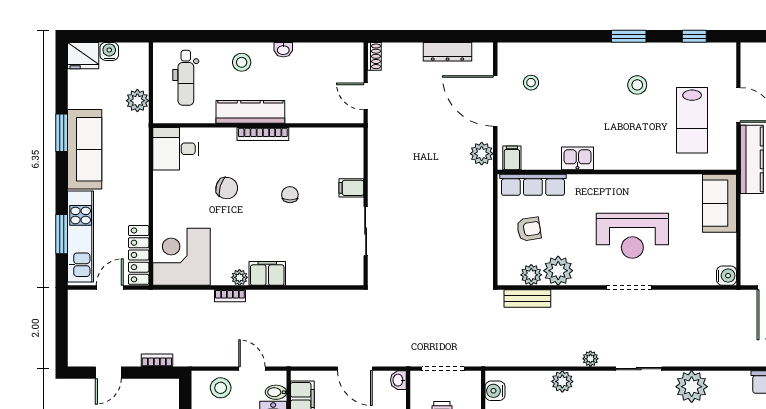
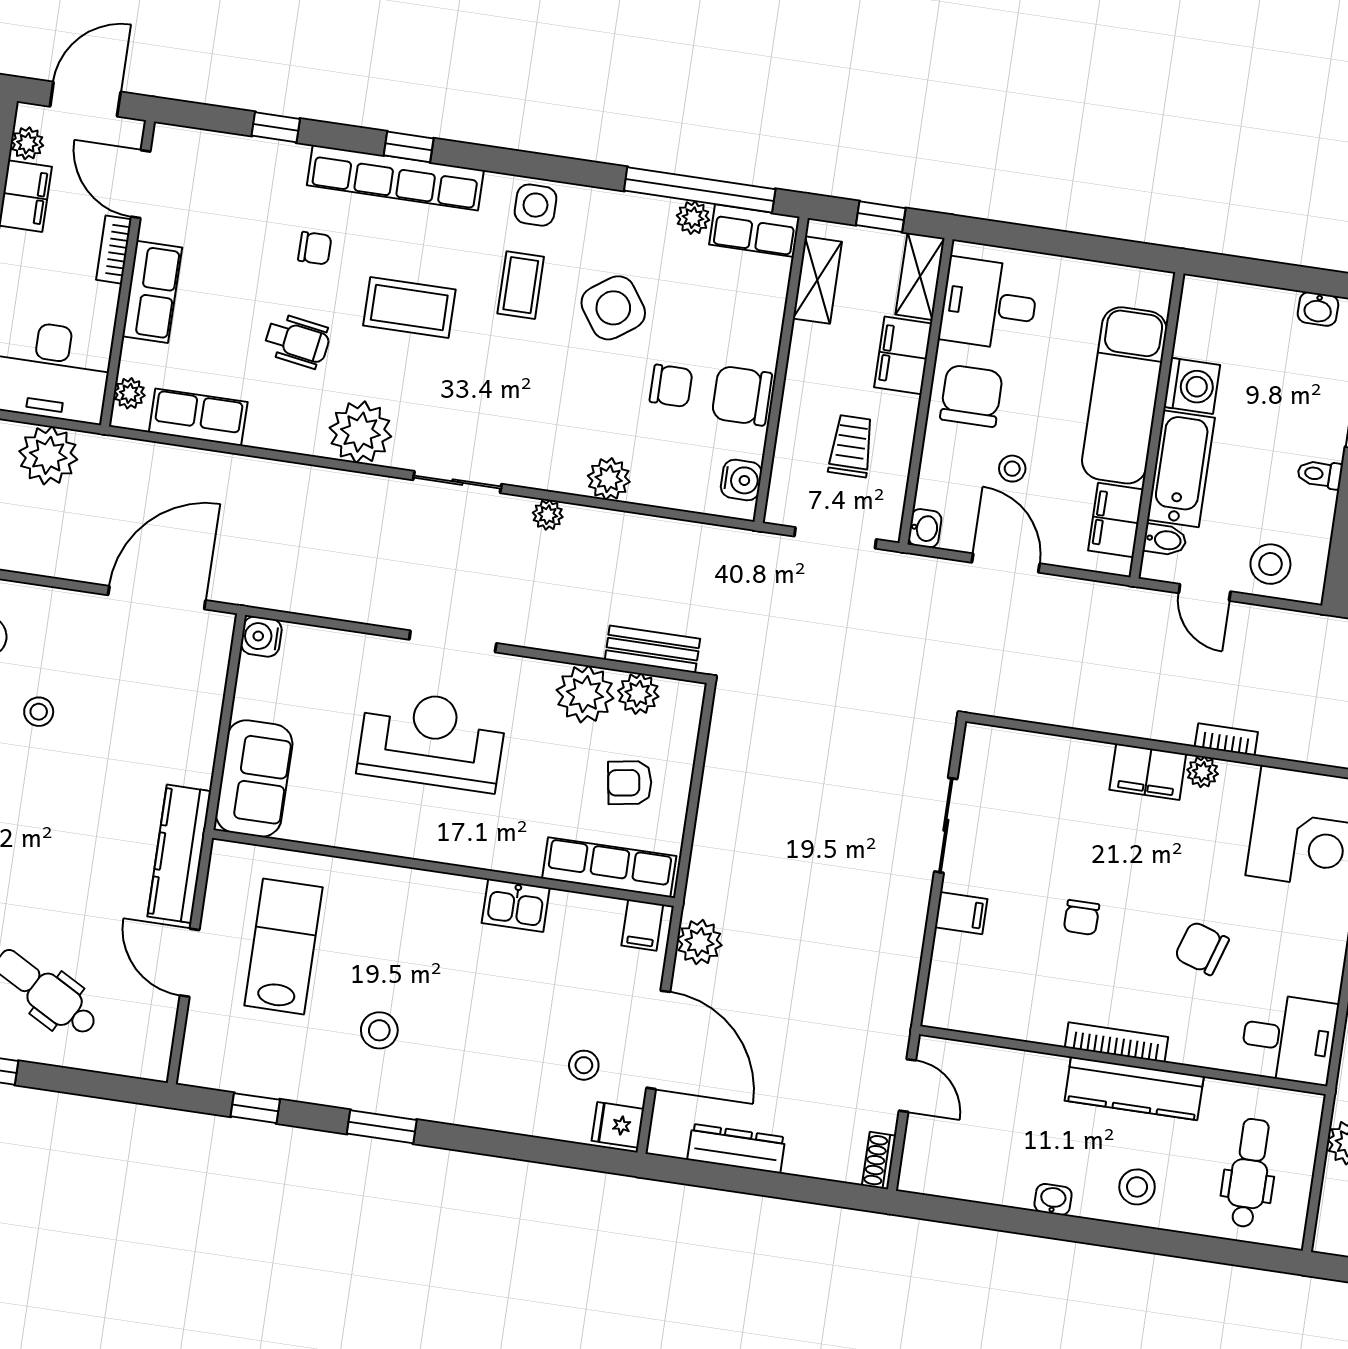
fridge: (509, 55) -> (618, 1125), added

